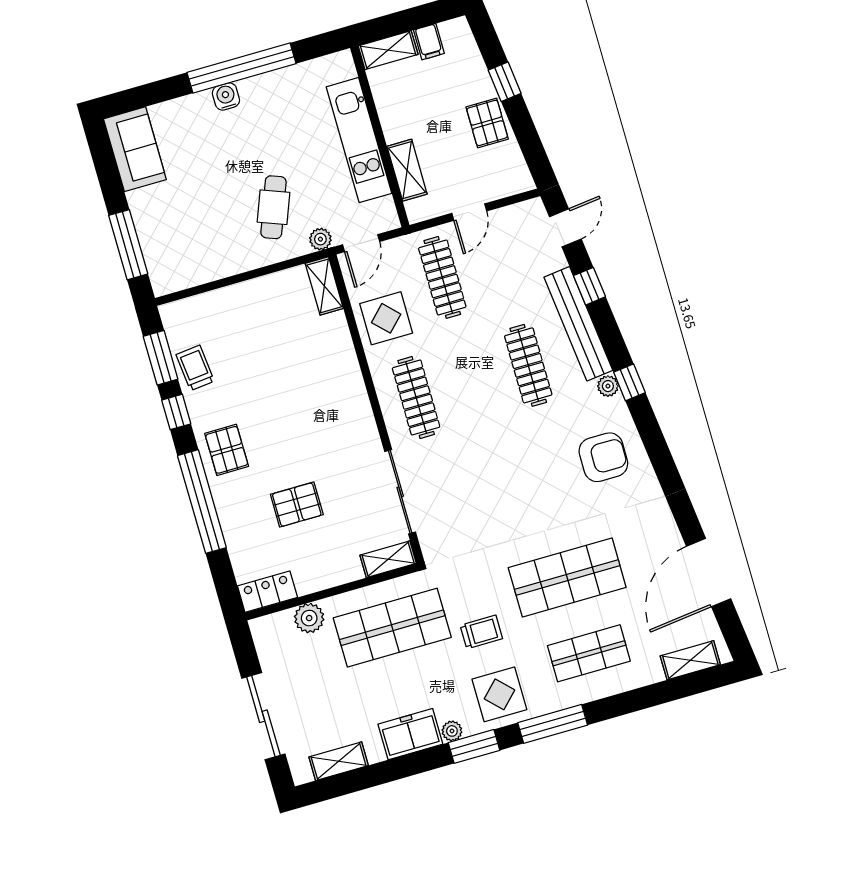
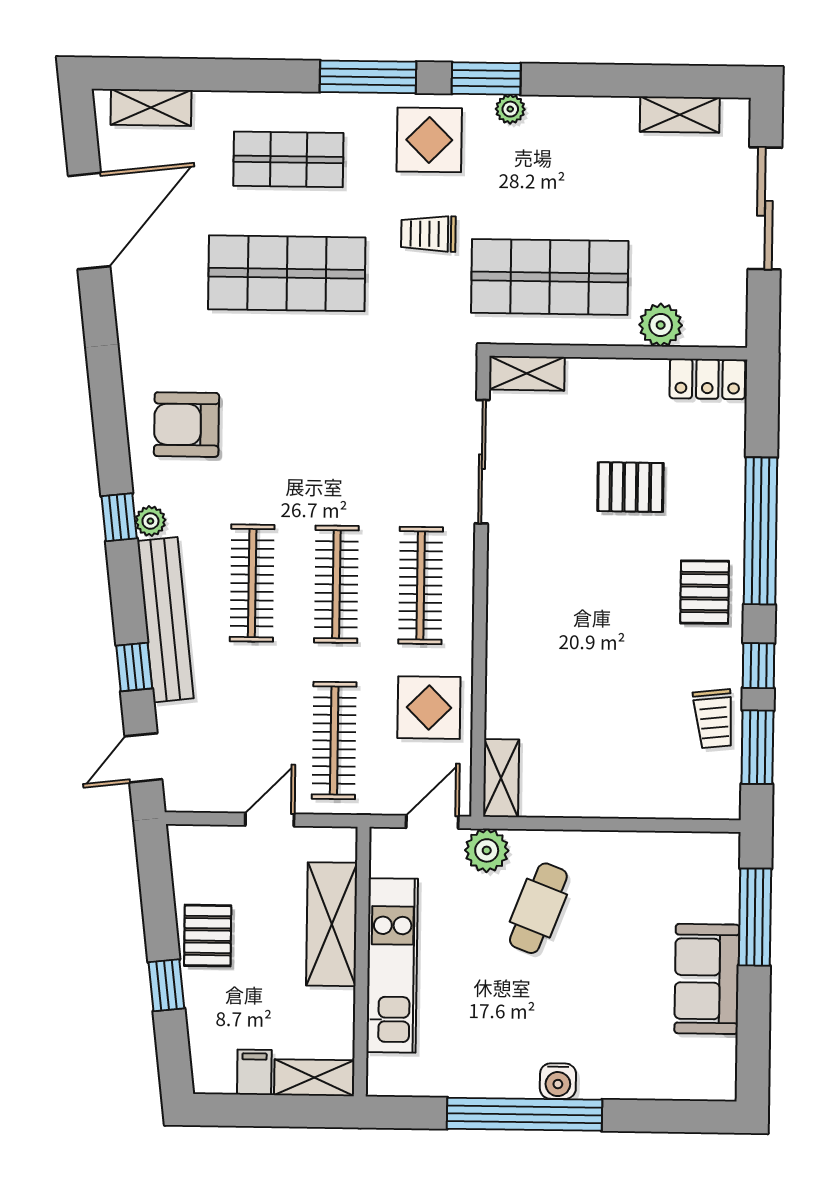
sofa: (135, 149) -> (707, 979), moved
shelving: (407, 170) -> (332, 924), width x1.50, depth x1.33
plant: (320, 239) -> (487, 850), width x1.38, depth x1.38
clothes rail: (472, 381) -> (336, 584), added
freezer: (410, 734) -> (569, 122), removed

